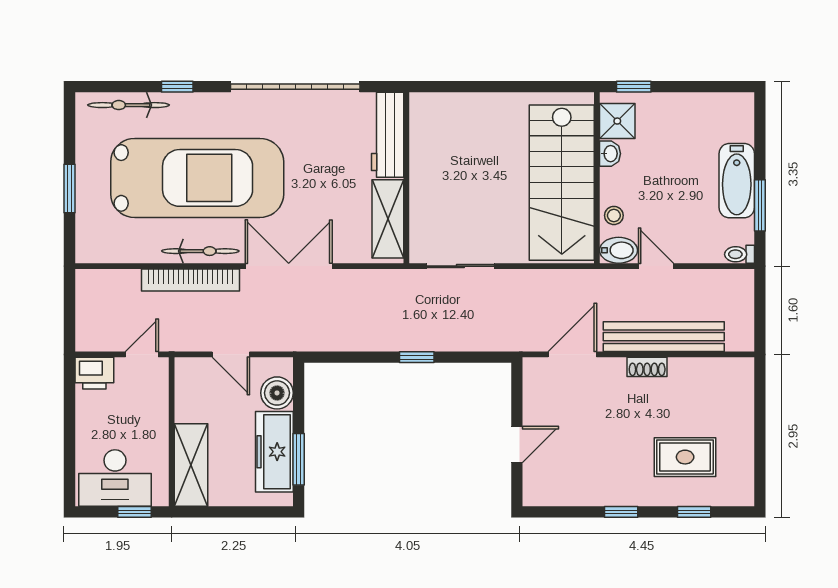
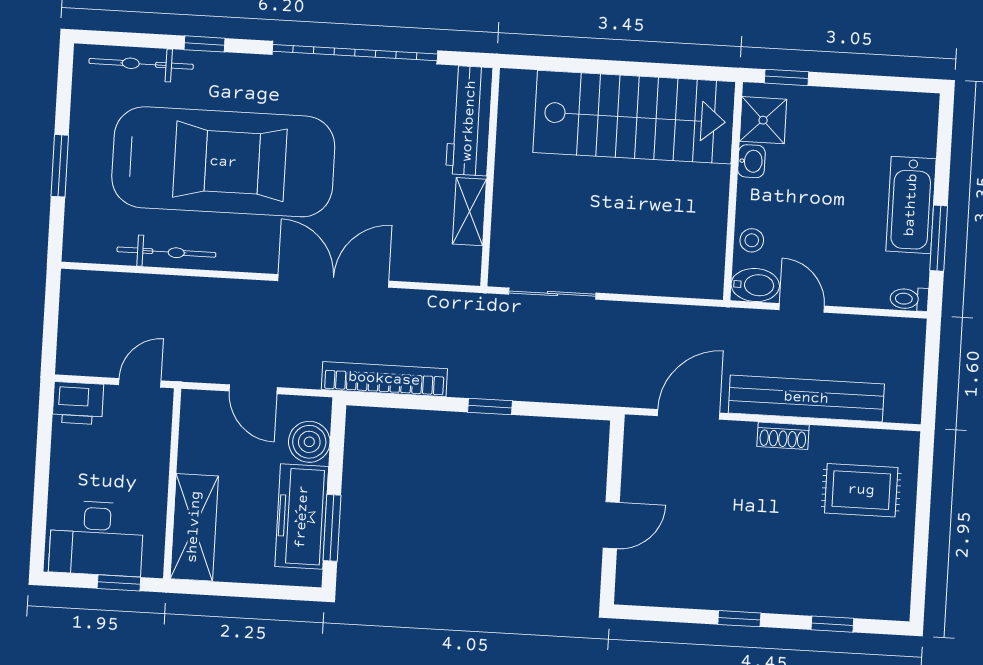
stairs: (562, 183) -> (634, 117), moved, turned -90
shelving: (388, 219) -> (469, 212), width x0.67, depth x0.75
bicycle: (200, 251) -> (166, 252), moved
bookcase: (191, 280) -> (384, 379), moved, turned 180
rug: (685, 457) -> (861, 490), moved

